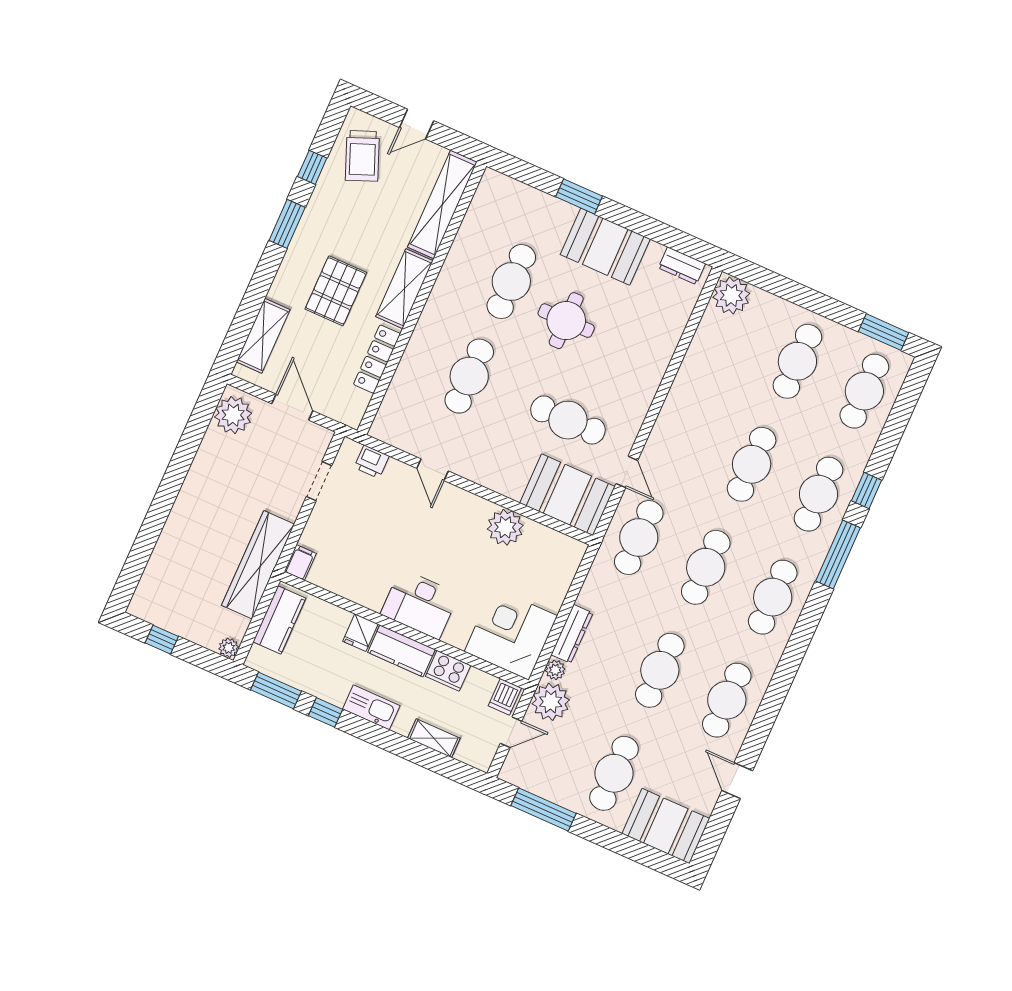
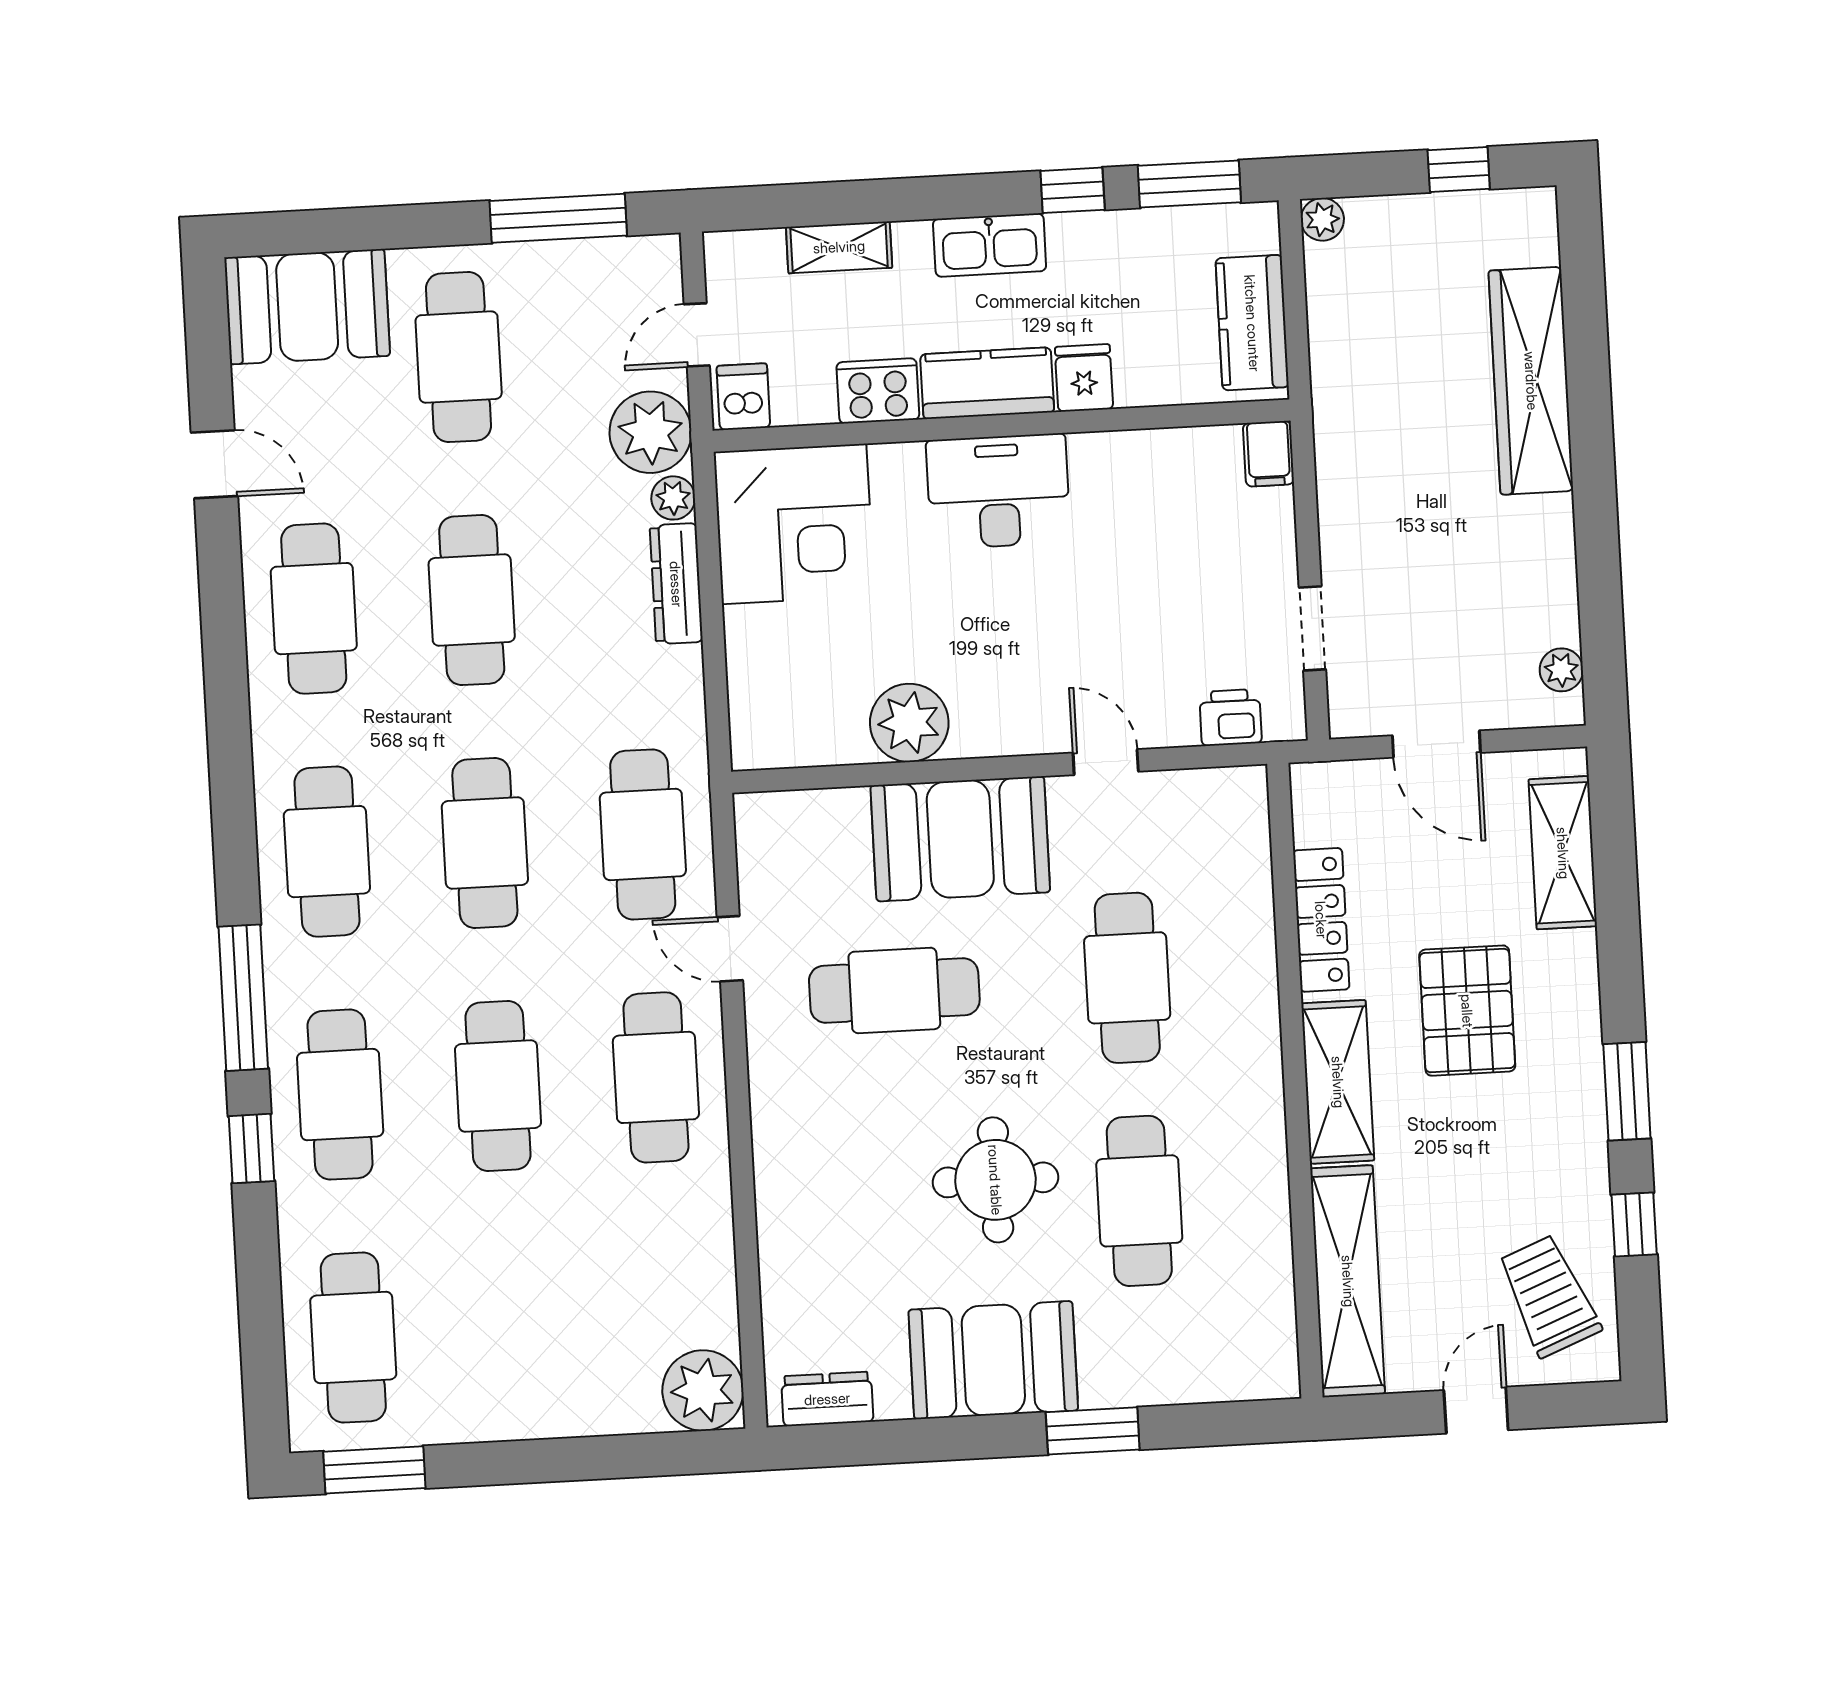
cafe table: (797, 361) -> (656, 1077), moved
plant: (233, 415) -> (1561, 670), width x0.53, depth x0.53
booth: (567, 495) -> (960, 839), moved
wardrobe: (258, 565) -> (1531, 381), moved, turned 180

